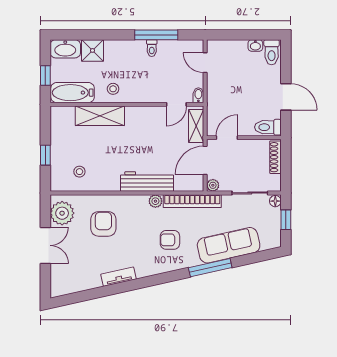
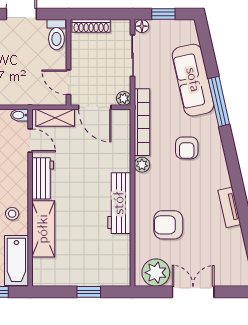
workbench: (144, 115) -> (43, 178), added
stool: (79, 172) -> (108, 253), removed
workbench: (147, 182) -> (119, 203), moved

